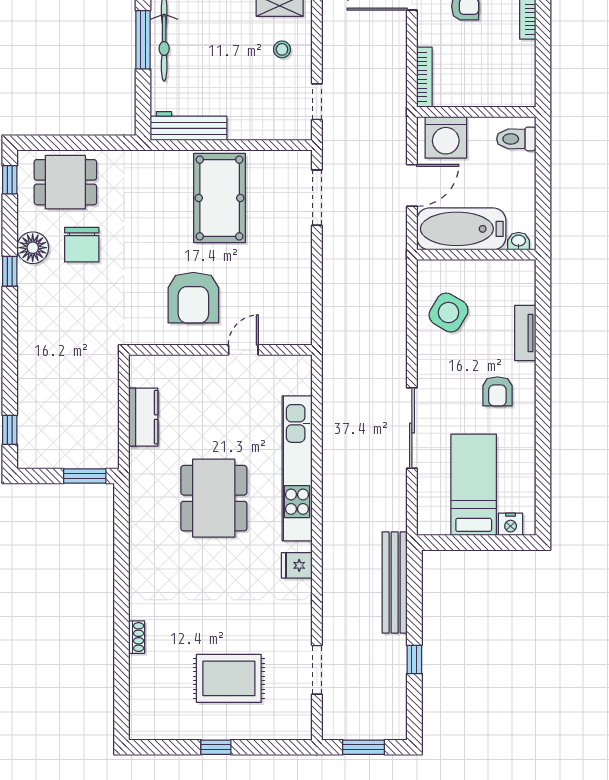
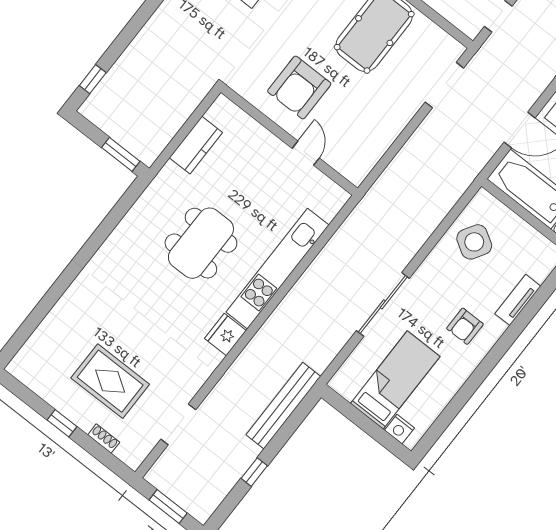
door: (243, 350) -> (306, 153), hinge flipped
fridge: (297, 565) -> (225, 335), width x1.38
shoe rack: (137, 637) -> (104, 439), moved, turned -90

